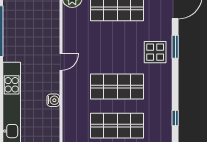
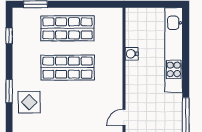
window: (175, 47) -> (9, 91), moved
door: (61, 62) -> (124, 118), moved

